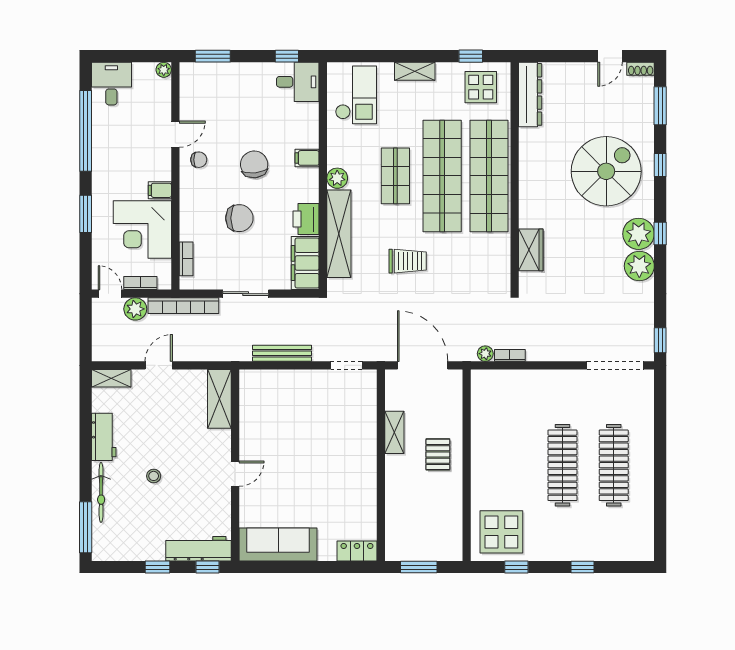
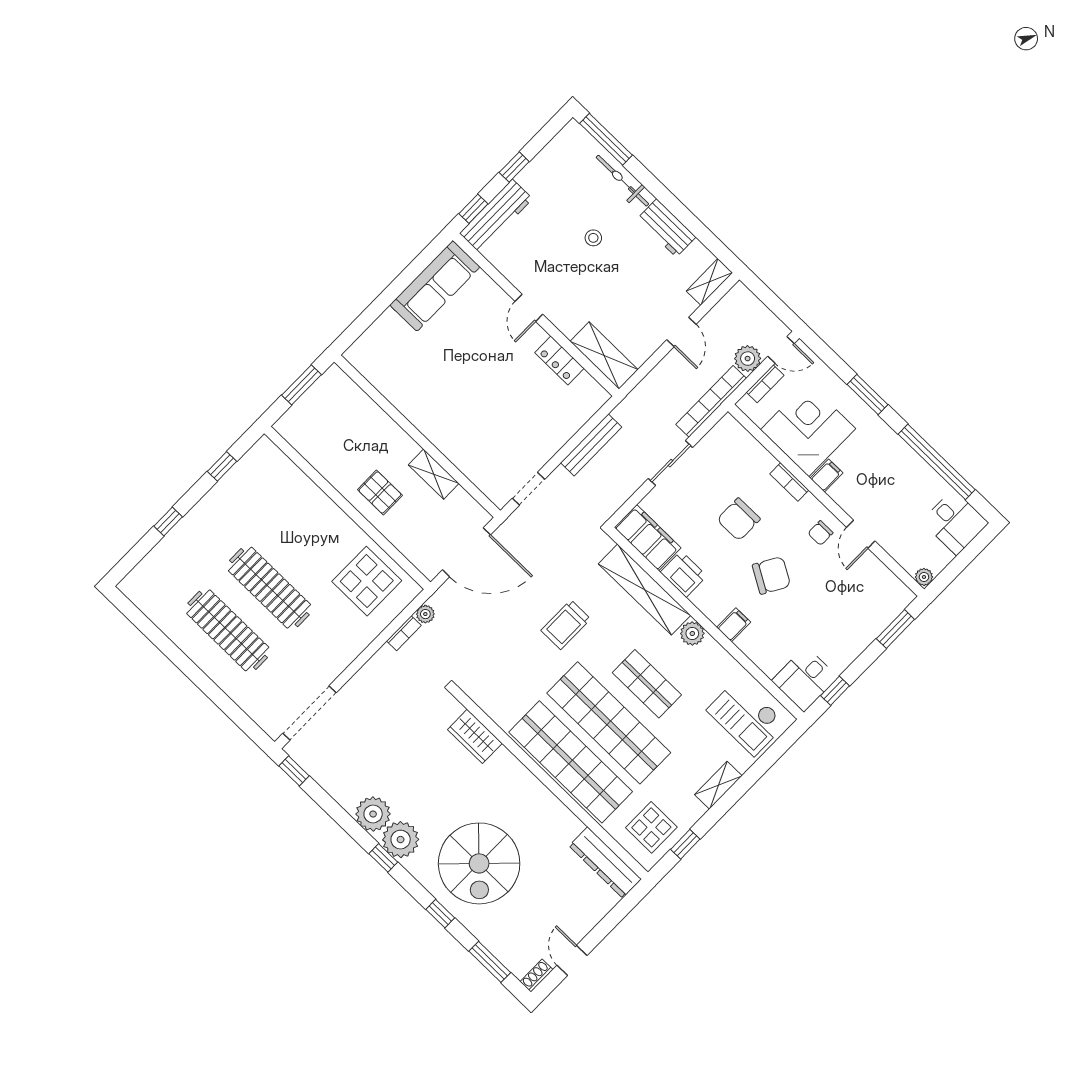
chair: (254, 164) -> (771, 575), turned -54
bookcase: (186, 259) -> (789, 482), moved
display table: (501, 532) -> (367, 581), moved
locker: (357, 551) -> (559, 361), moved, turned 90

